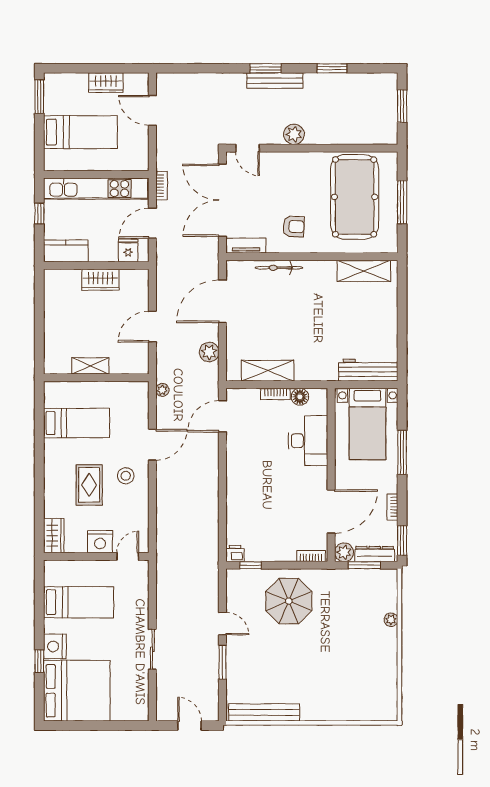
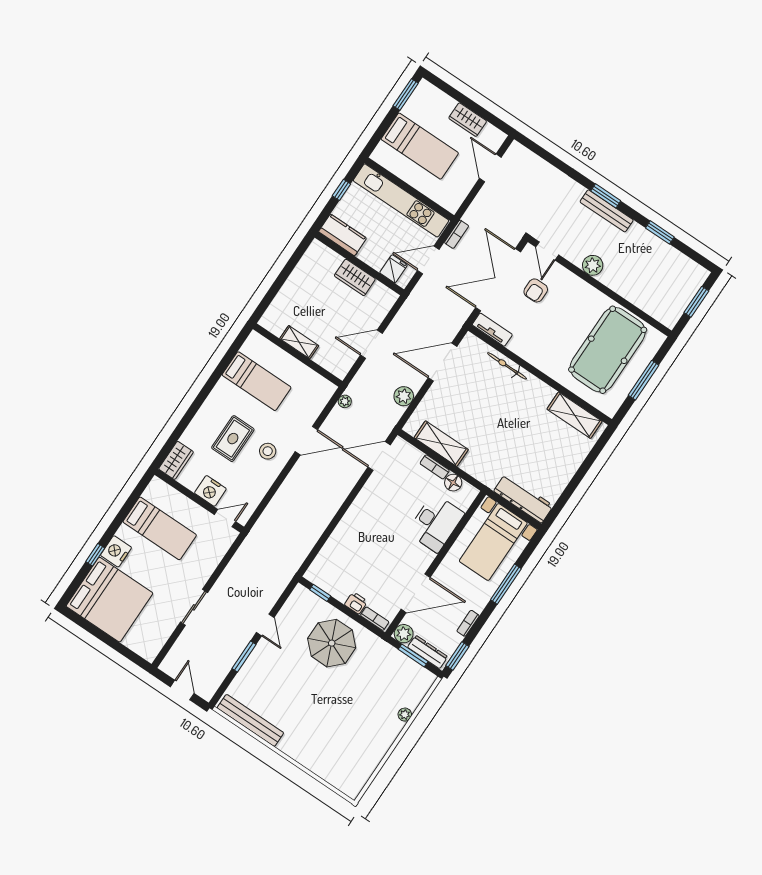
armchair: (294, 226) -> (536, 290), moved, turned 87
printer: (235, 553) -> (356, 603), moved

